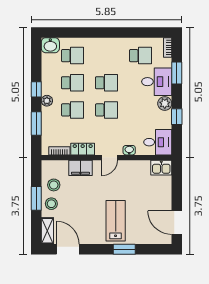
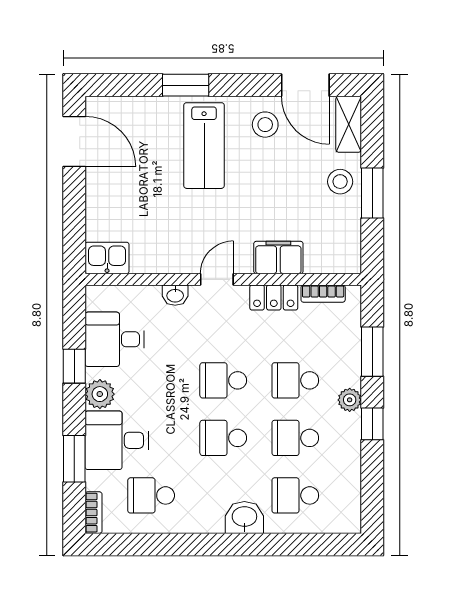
washbasin: (50, 45) -> (244, 517), moved
desk: (158, 142) -> (115, 339), moved
stool: (54, 185) -> (265, 125), moved

